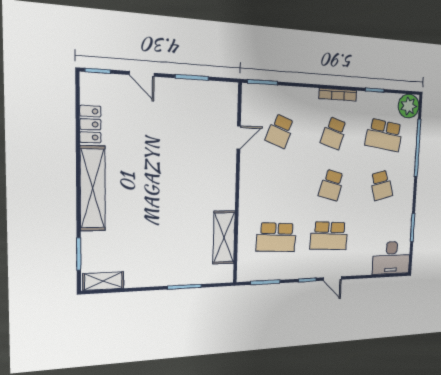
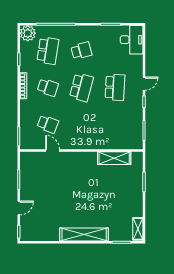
locker: (90, 124) -> (48, 236), removed
school desk: (331, 185) -> (81, 87), width x1.85
school desk: (276, 237) -> (115, 124), removed

